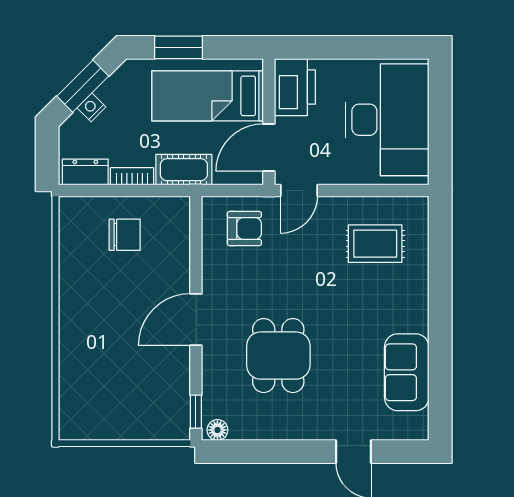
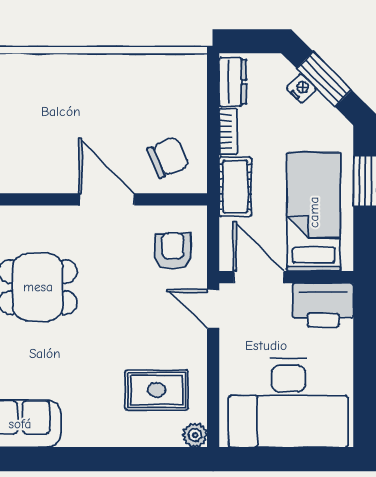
plant: (417, 208) -> (195, 435), added
armchair: (244, 229) -> (173, 251), turned 180
chair: (125, 235) -> (168, 157), moved, turned -114
rug: (375, 244) -> (157, 390), turned 90
door: (196, 320) -> (107, 199), moved

